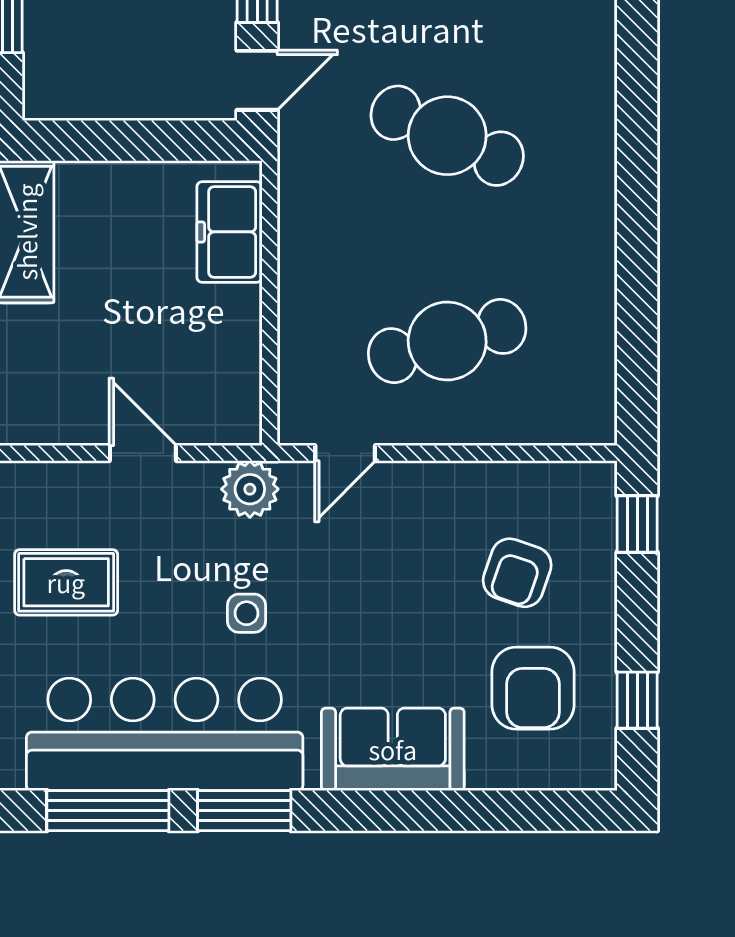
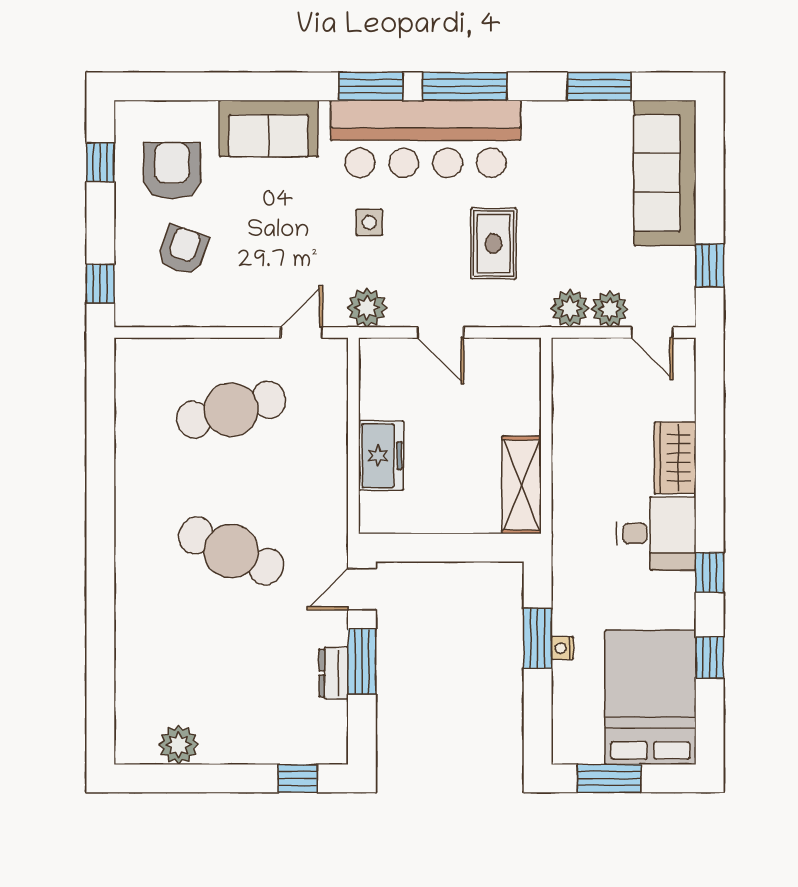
freezer: (229, 232) -> (381, 456), moved
rug: (66, 582) -> (494, 244), turned 90

